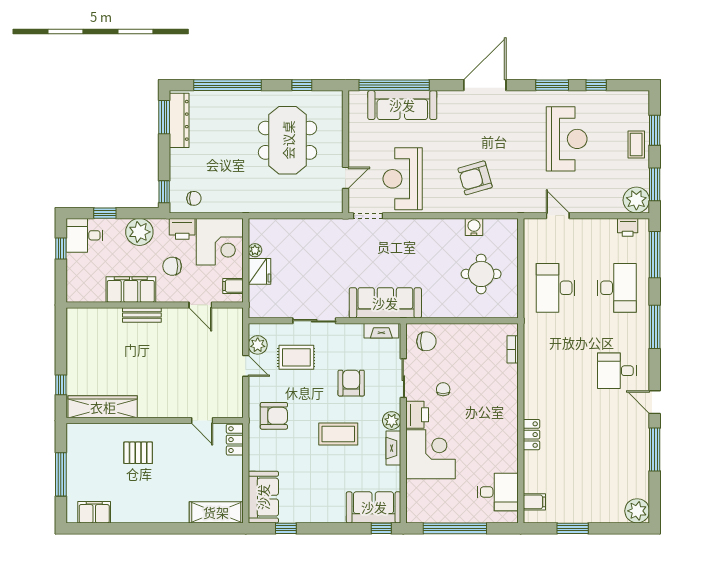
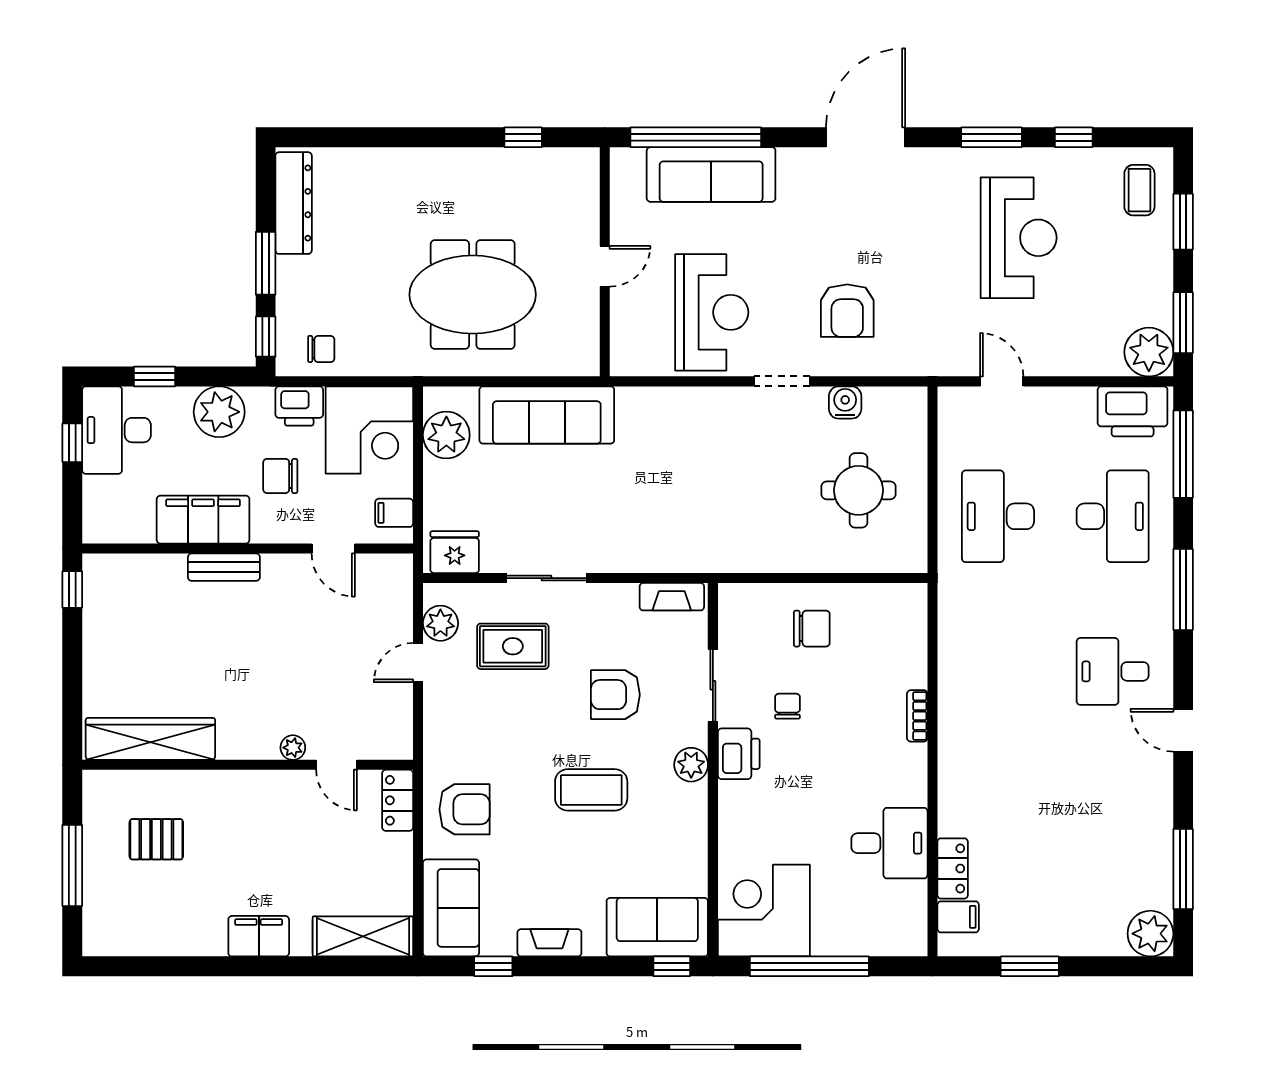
window: (228, 85) -> (384, 137), removed
window: (164, 117) -> (266, 263), moved
meeting table: (288, 140) -> (473, 295), moved, turned 90
coffee table: (636, 144) -> (1139, 190), moved
door: (345, 178) -> (605, 266), moved
armchair: (475, 178) -> (847, 311), turned -74
reception desk: (403, 179) -> (712, 312), turned 180
doorway: (368, 216) -> (782, 381), moved
printer: (628, 227) -> (1133, 411), width x1.87, depth x1.48
desk: (85, 235) -> (116, 430), width x1.37
plant: (255, 250) -> (446, 435), width x1.87, depth x1.87
fridge: (259, 271) -> (455, 552), moved, turned -90
sofa: (385, 303) -> (547, 415), moved, turned 180
chair: (426, 341) -> (812, 629), moved
bookcase: (513, 349) -> (917, 716), moved
door: (246, 366) -> (418, 663), swing flipped
armchair: (351, 383) -> (615, 695), turned -90
window: (61, 385) -> (72, 589), moved
plant: (179, 411) -> (293, 748), added
armchair: (274, 416) -> (465, 809), moved
locker: (531, 435) -> (953, 868), moved
fireplace: (393, 448) -> (549, 943), moved, turned 90
window: (655, 449) -> (1183, 869), moved
pallet: (138, 453) -> (156, 839), moved
corner desk: (430, 454) -> (764, 911), moved, turned -90
desk: (498, 492) -> (889, 843), moved
filing cabinet: (94, 512) -> (259, 936), moved

